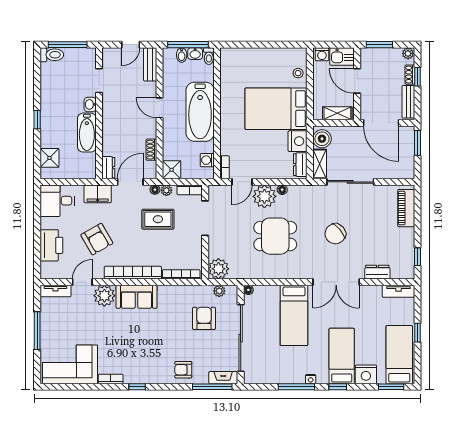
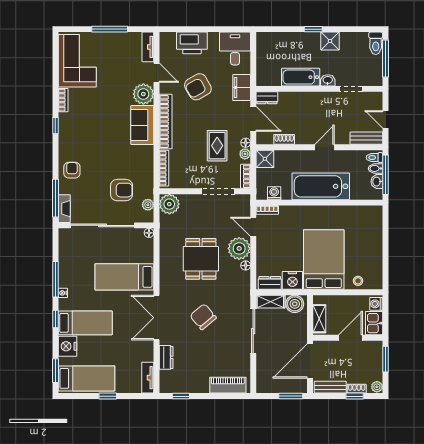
toilet: (209, 56) -> (374, 158), moved
shower: (49, 158) -> (330, 41), moved

